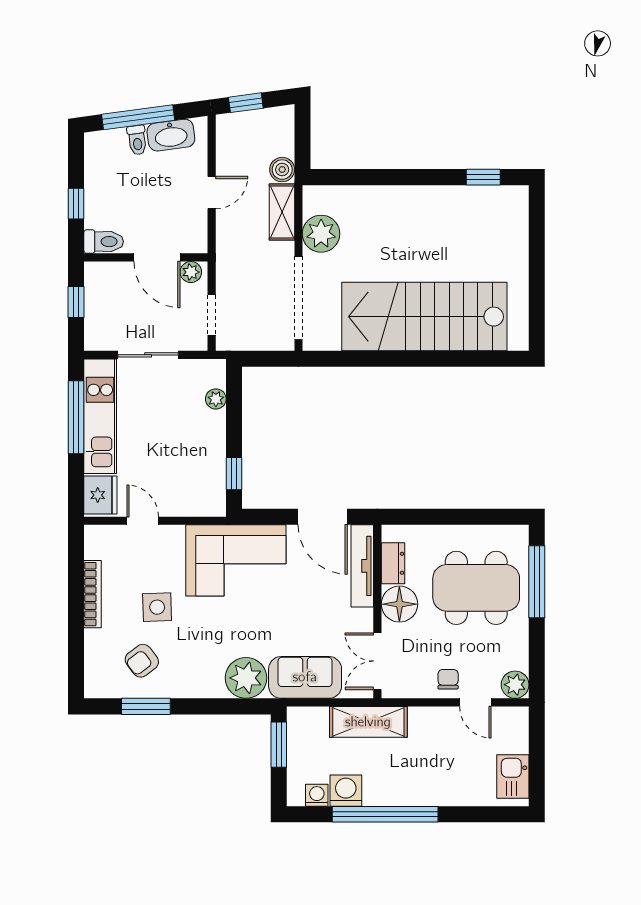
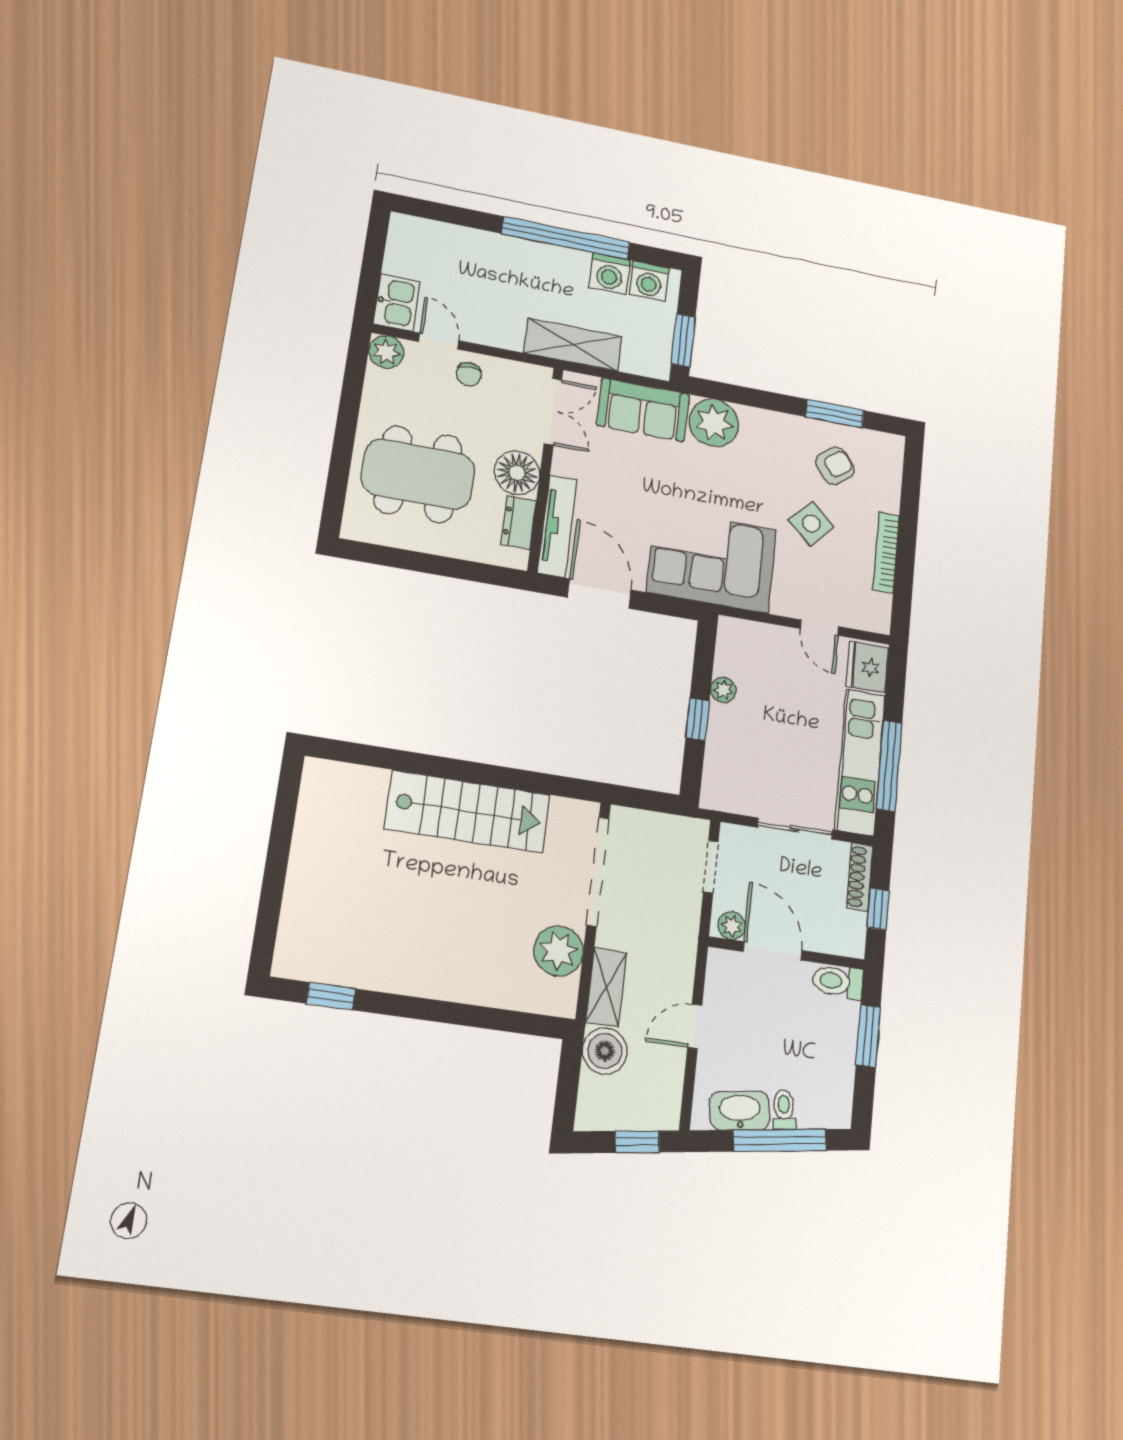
boiler: (282, 170) -> (605, 1051), width x1.36, depth x1.36
window: (76, 204) -> (868, 1036), width x1.50
stairs: (424, 317) -> (468, 812), width x0.73, depth x0.66
shoe rack: (93, 325) -> (860, 877), added
plant: (216, 399) -> (723, 690), moved
window: (234, 474) -> (698, 719), moved
window: (537, 582) -> (340, 467), removed
side table: (157, 607) -> (811, 524), turned 45
kitchen sink: (513, 776) -> (397, 303), moved
washing machine: (317, 795) -> (649, 281), width x1.38, depth x1.38

